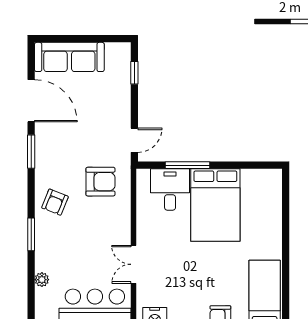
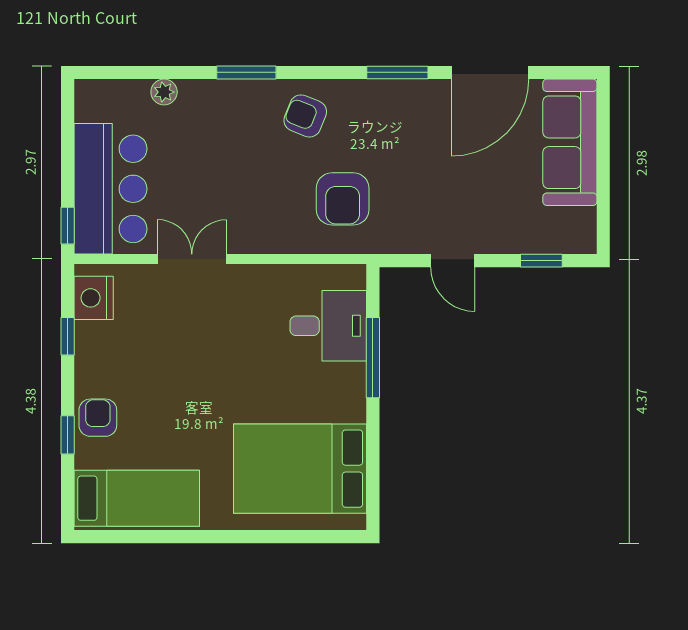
door: (134, 140) -> (453, 261), moved
bed: (215, 205) -> (300, 469), moved

